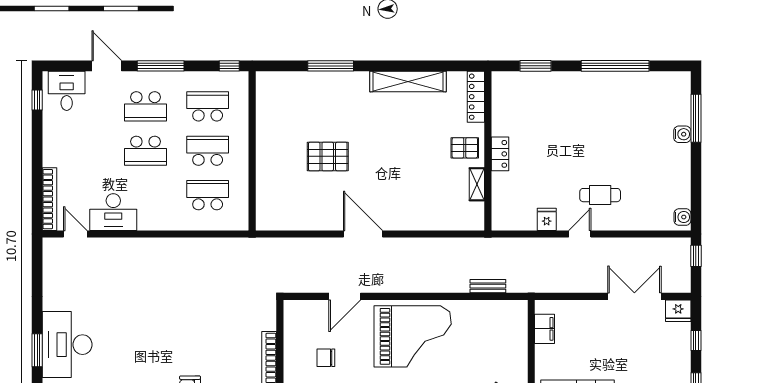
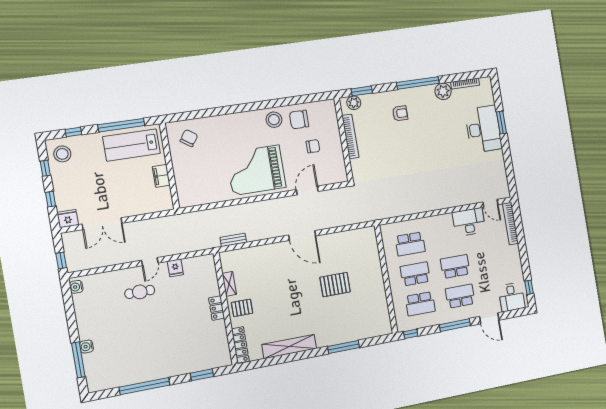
school desk: (208, 151) -> (415, 274), turned 180
bench: (488, 286) -> (233, 240), moved
filing cabinet: (545, 329) -> (161, 176), moved

